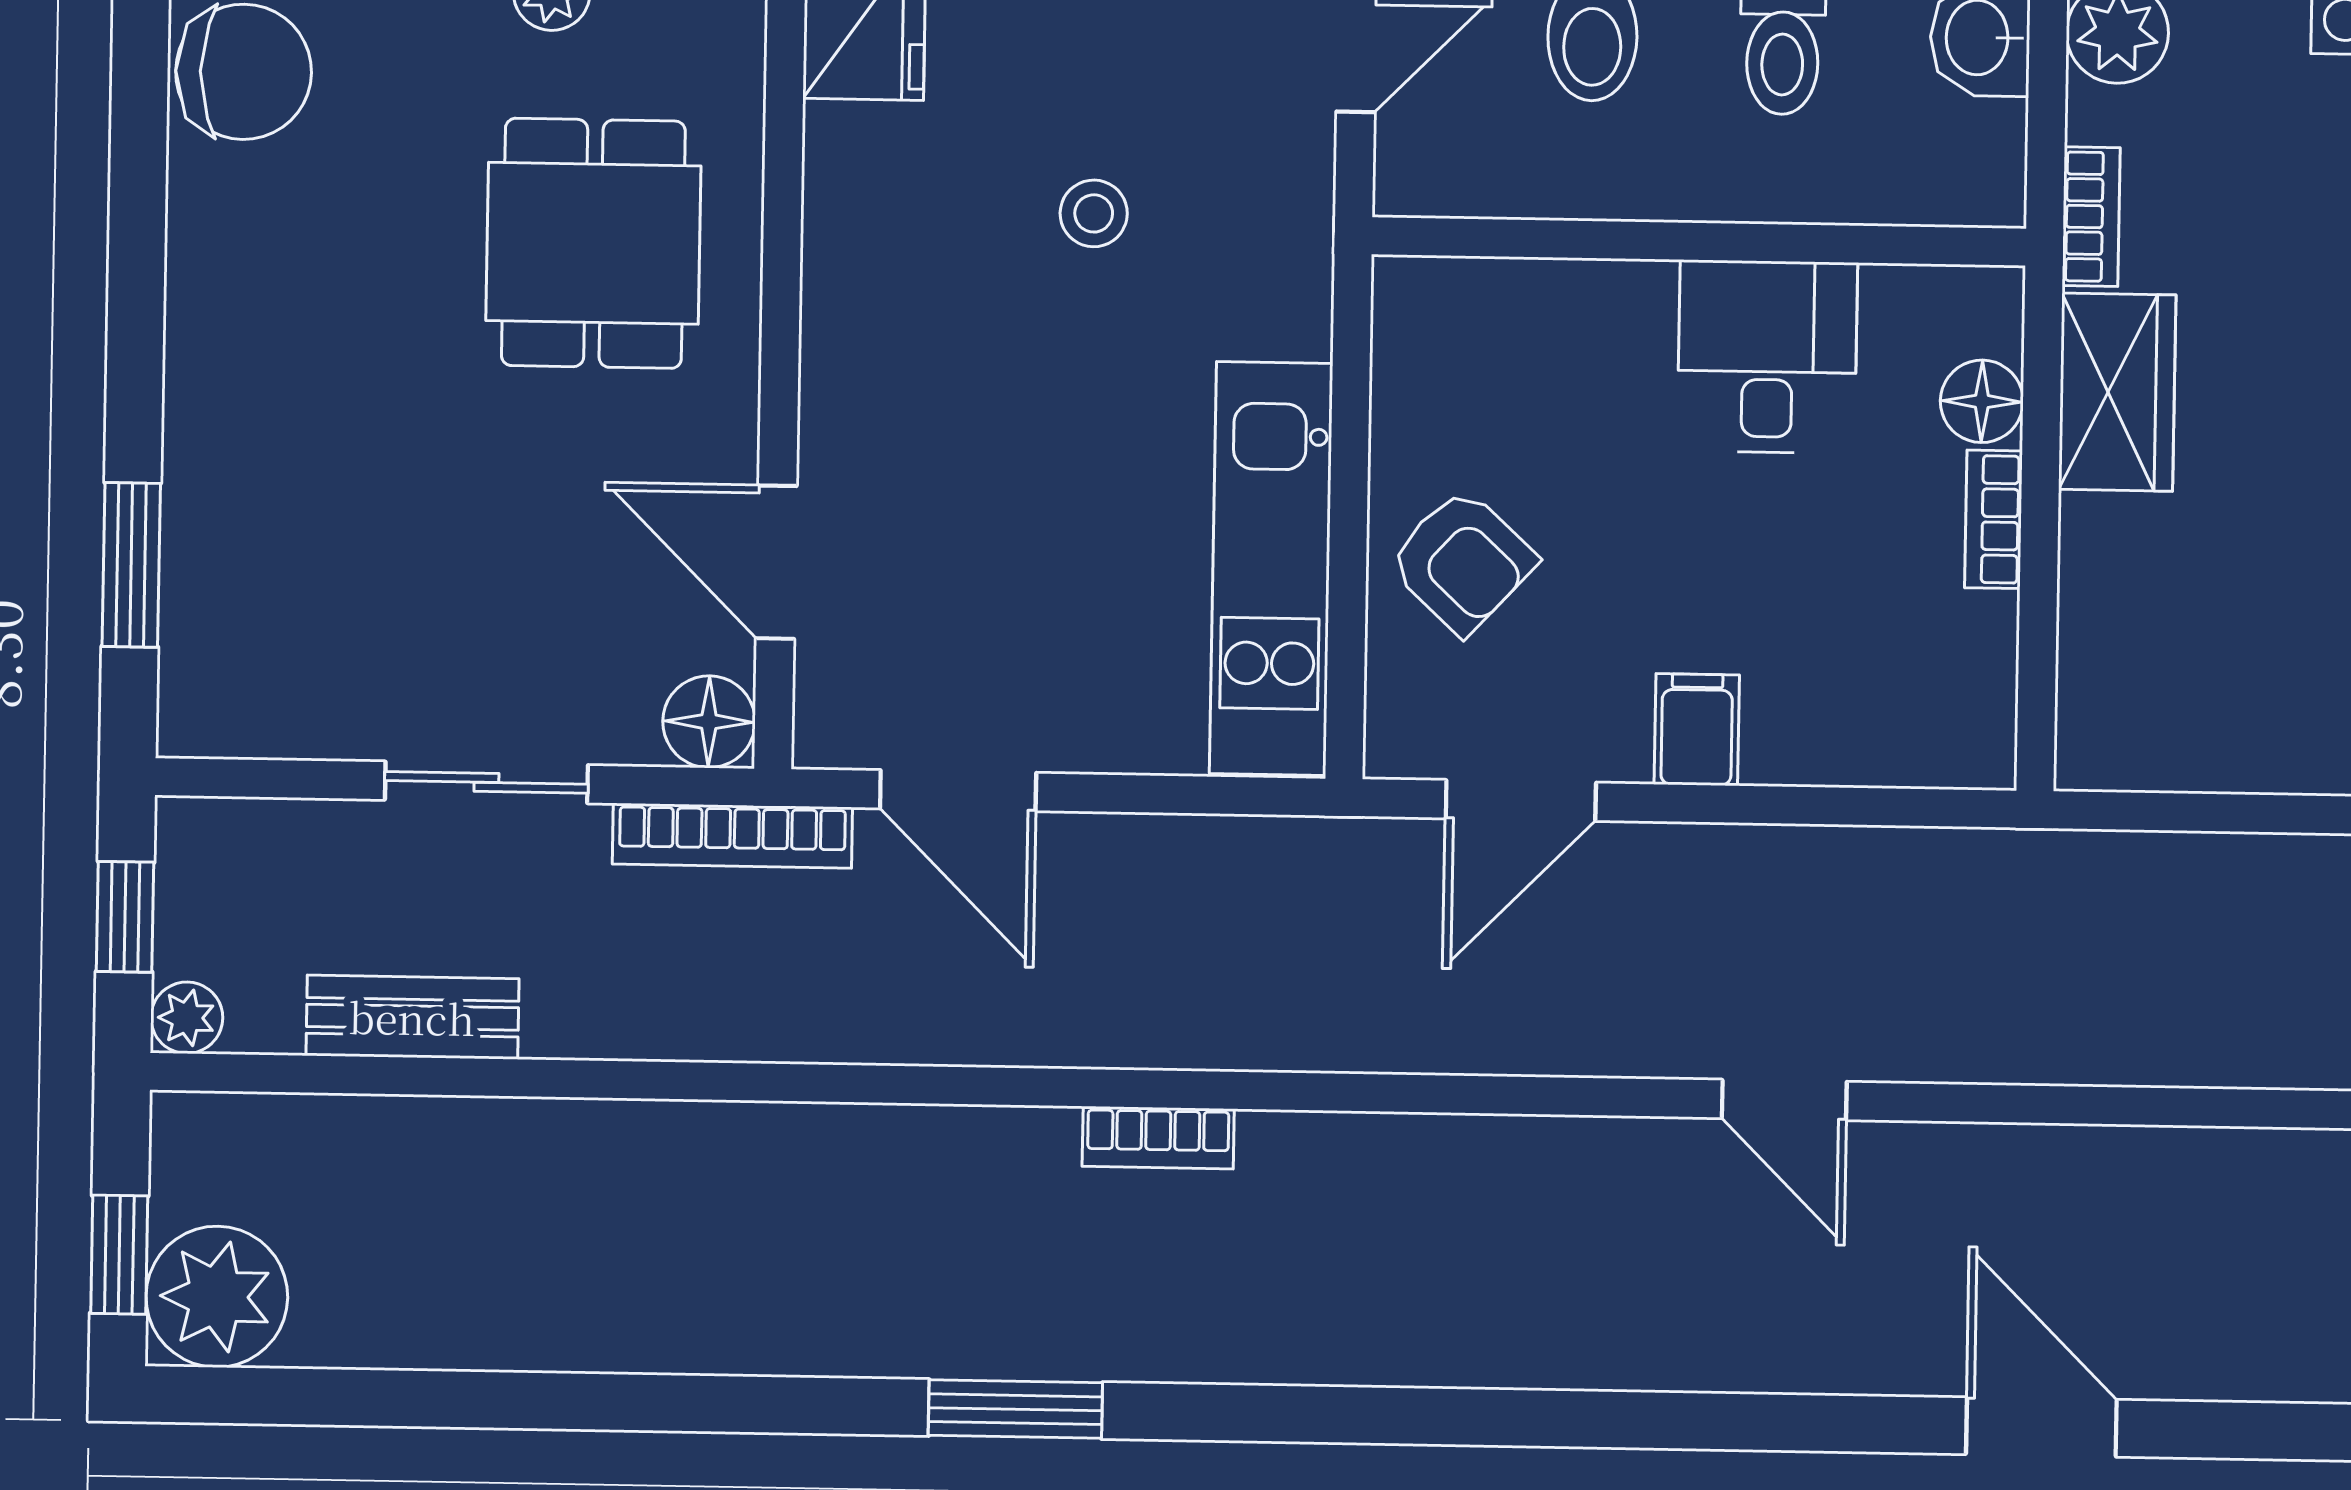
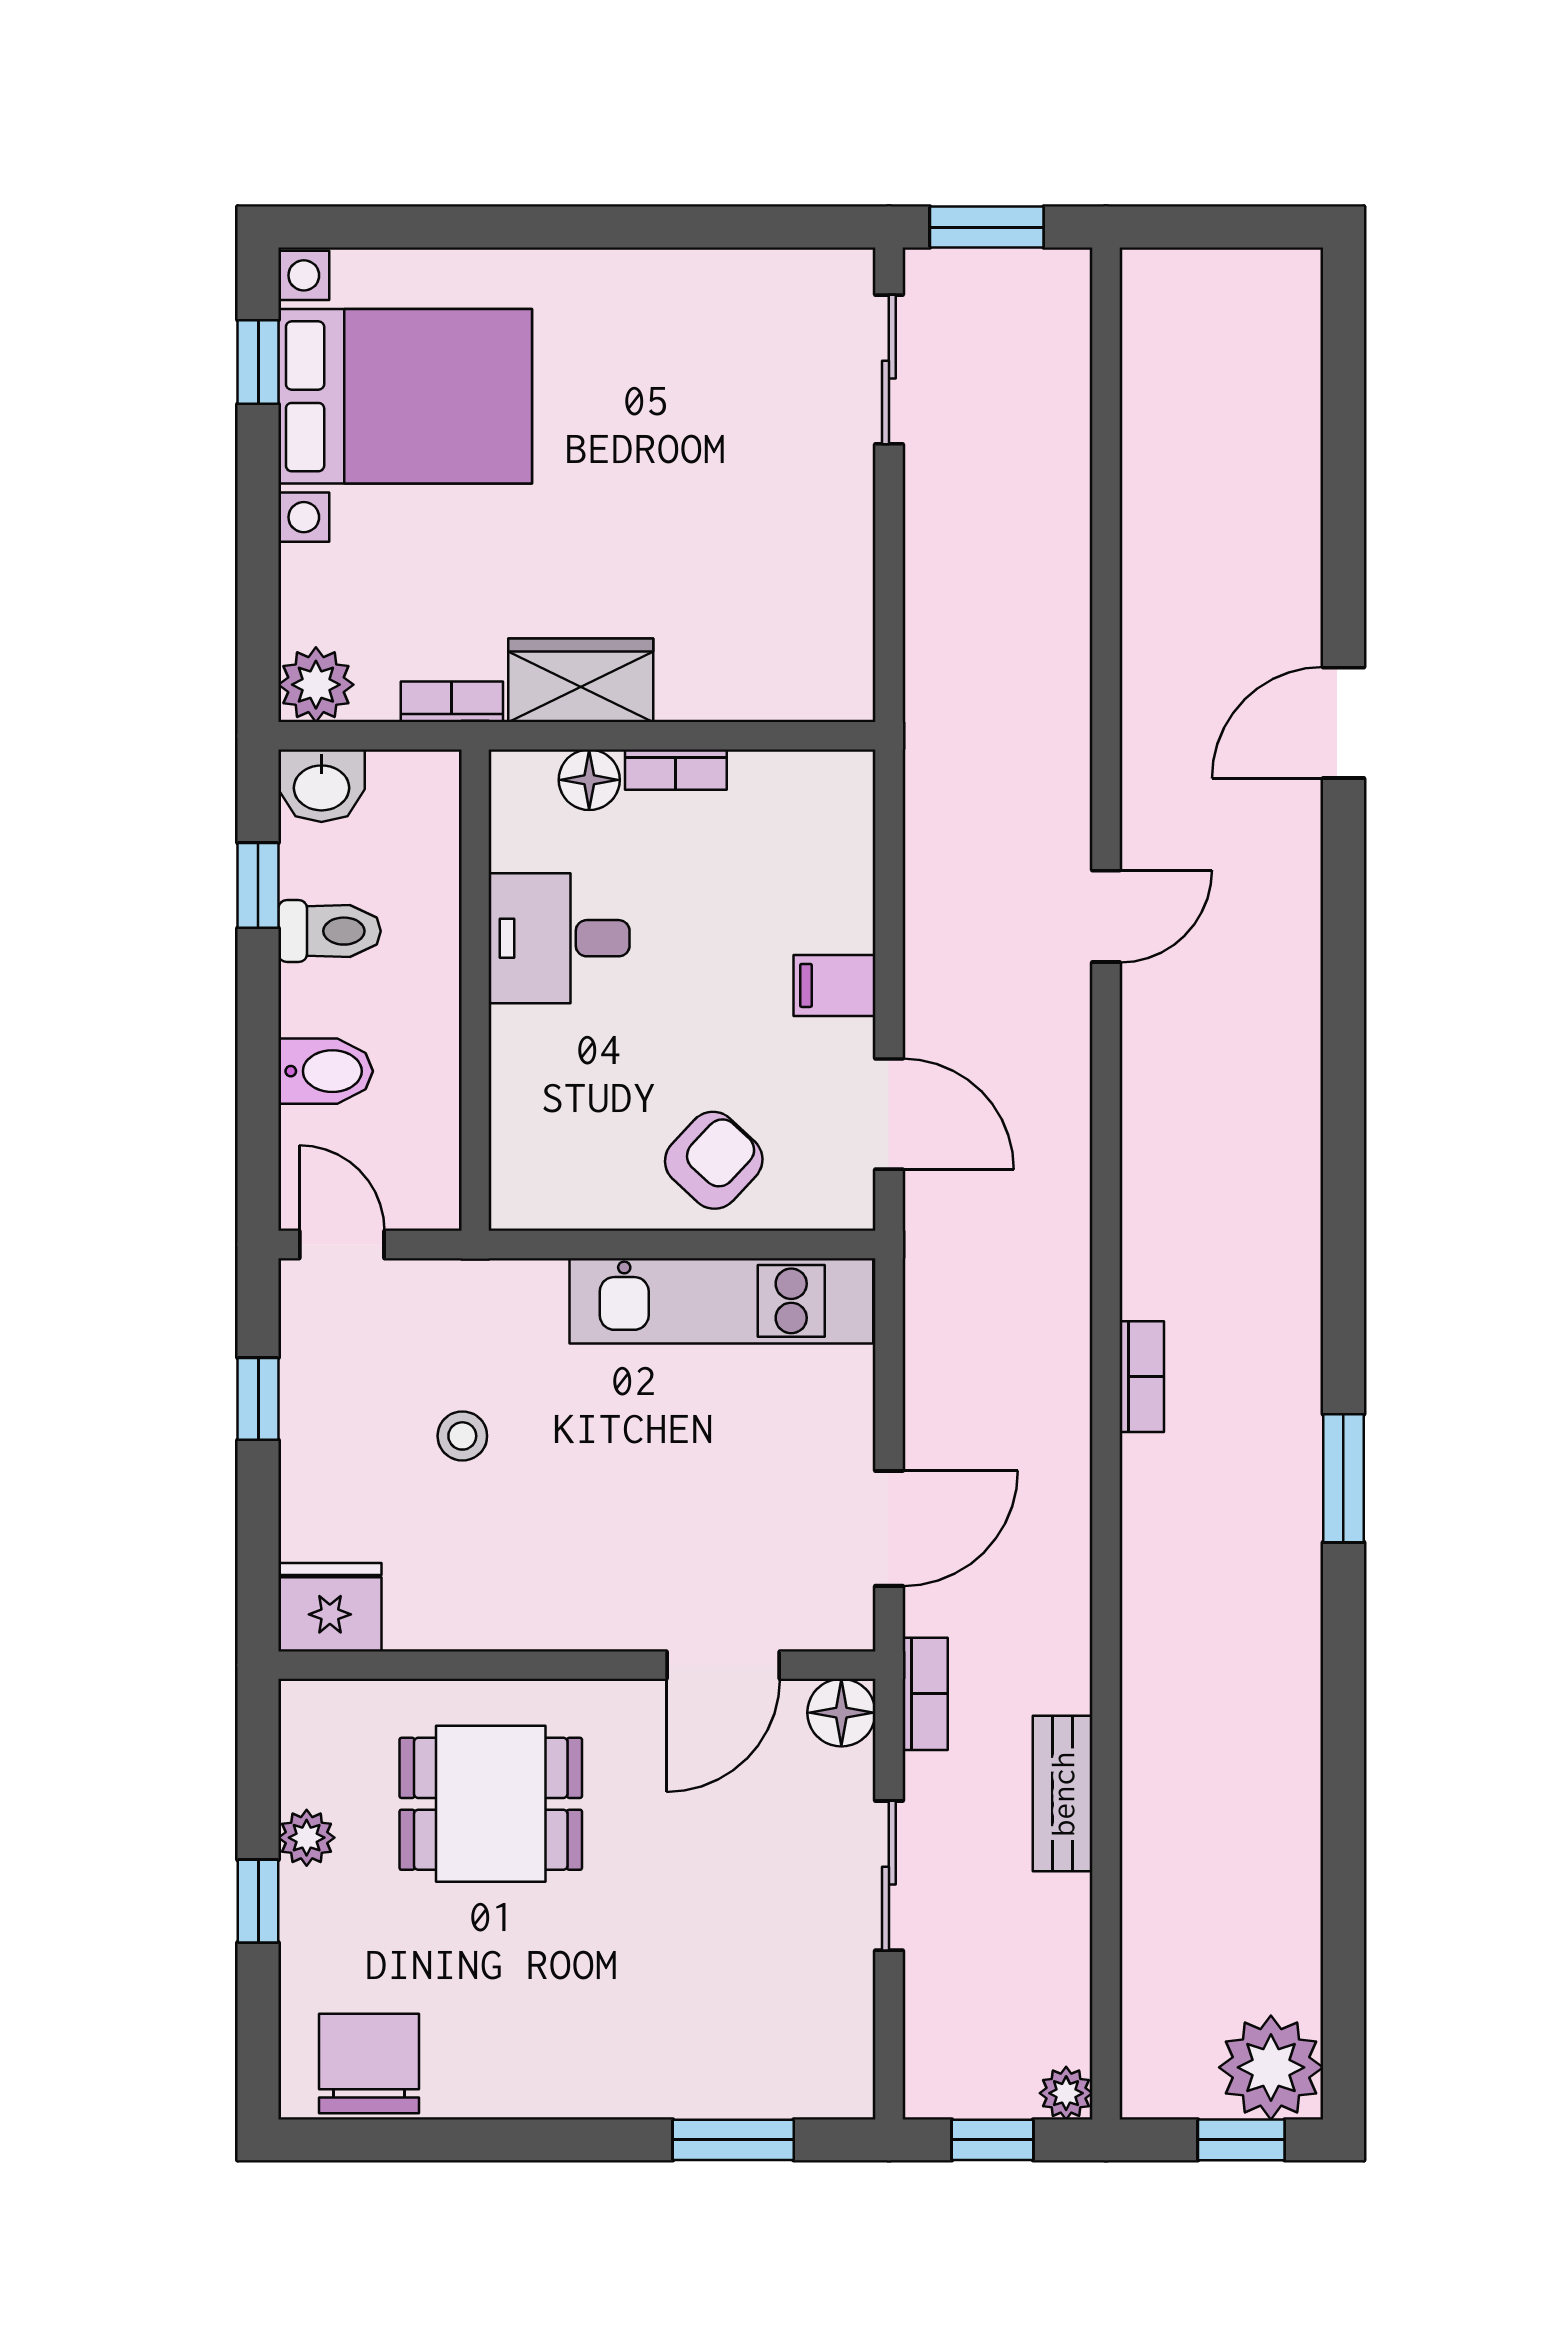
bookcase: (732, 836) -> (925, 1694), width x0.64
bench: (412, 1017) -> (1063, 1794), moved

